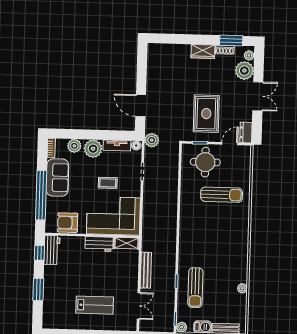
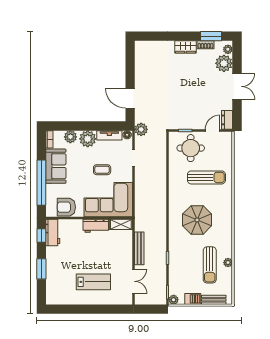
rug: (206, 114) -> (190, 104), removed
parasol: (210, 241) -> (197, 220), added
sun lounger: (195, 288) -> (210, 265), moved

